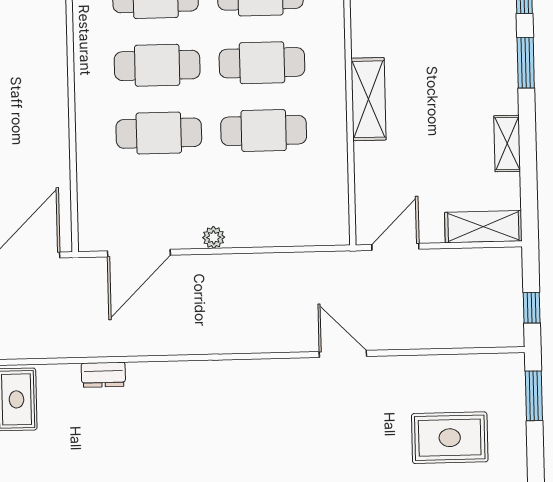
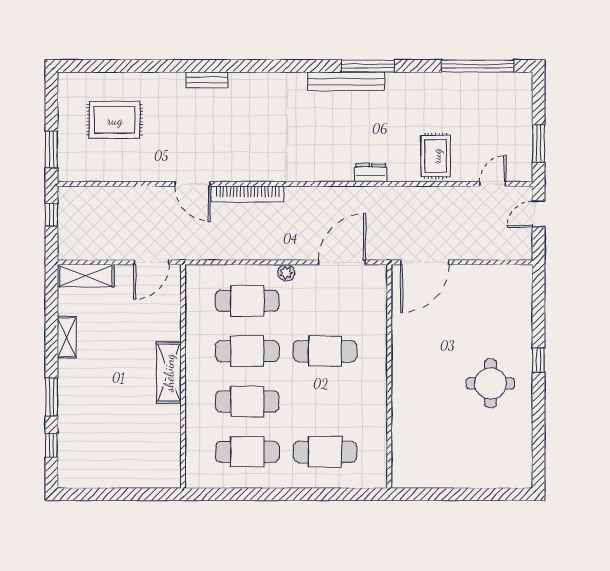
cafe table: (157, 65) -> (247, 301), moved
bookcase: (268, 342) -> (247, 194), added

